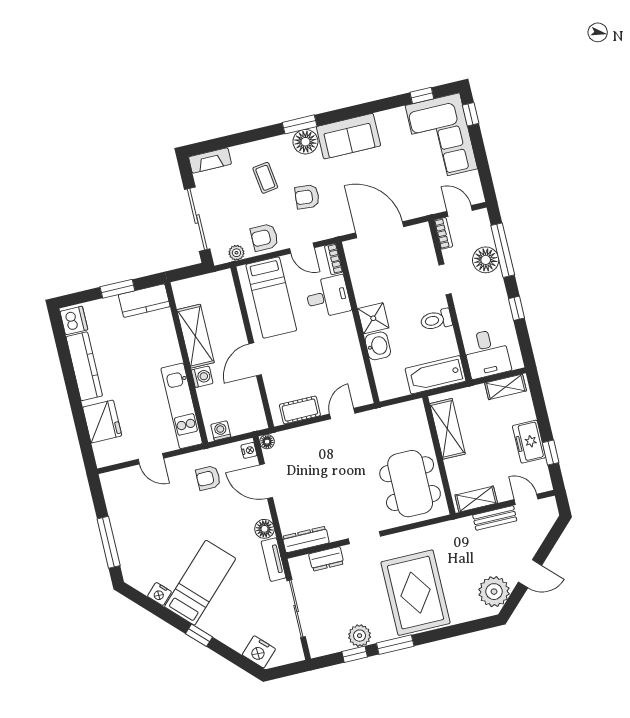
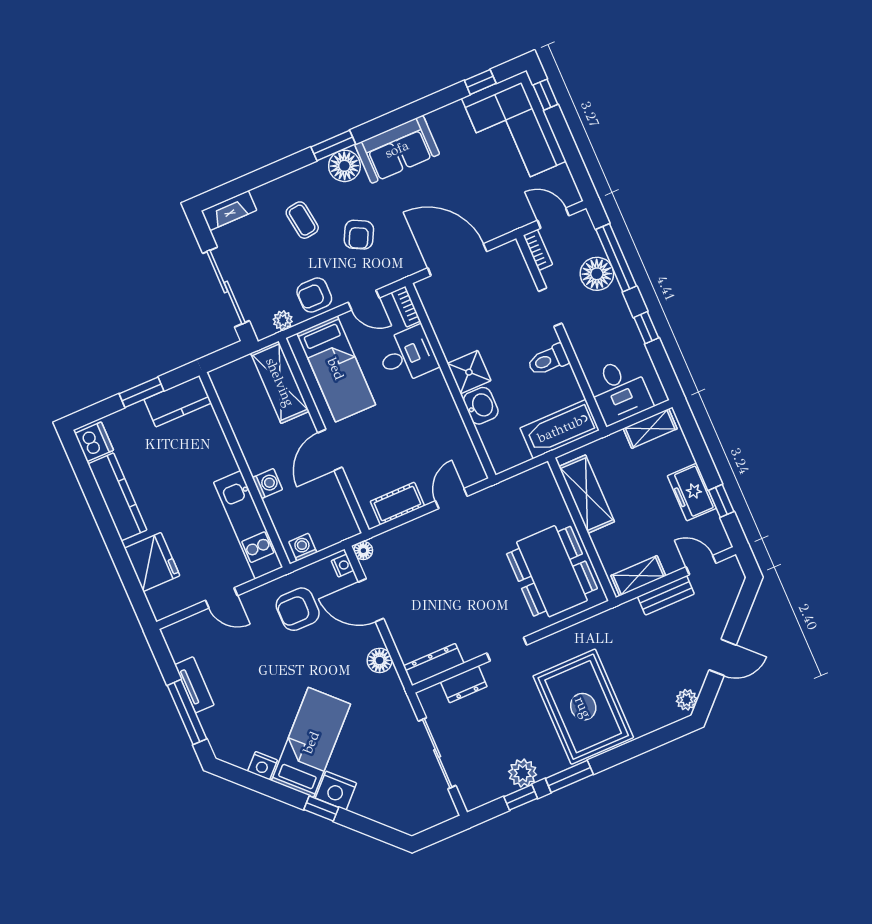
armchair: (307, 197) -> (359, 235), turned -68
shelving: (196, 336) -> (280, 382), moved
armchair: (208, 478) -> (298, 609), width x1.38, depth x1.38
tv unit: (273, 560) -> (194, 685), moved, turned 180
plant: (494, 592) -> (687, 700), width x0.53, depth x0.53
nightstand: (259, 652) -> (336, 791), moved

